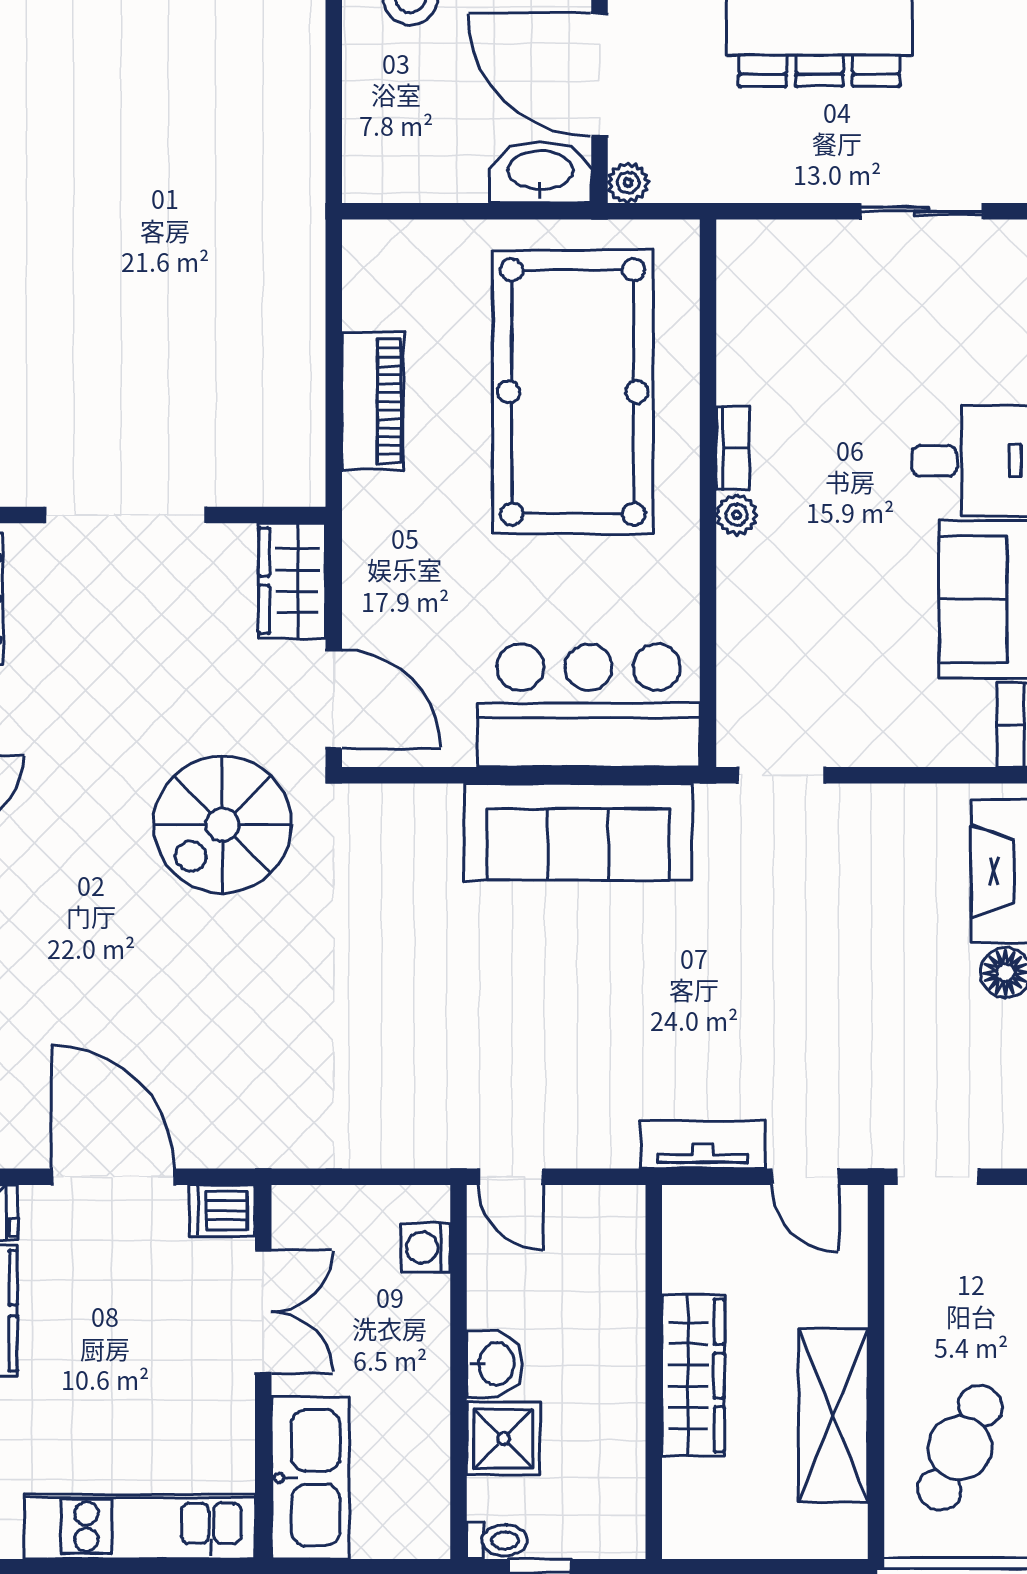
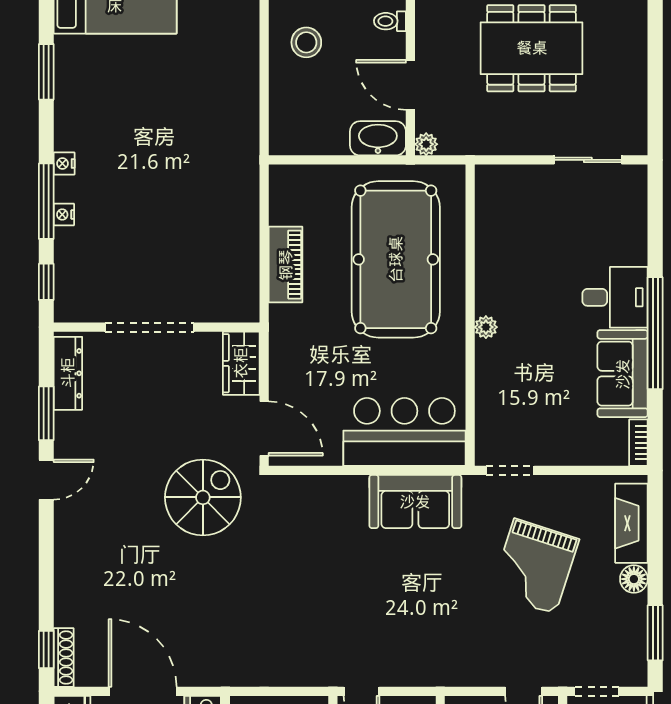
door: (599, 75) -> (410, 85), width x0.73
bookcase: (733, 448) -> (484, 290), removed
spiral stairs: (222, 824) -> (203, 497), turned 180
sofa: (578, 832) -> (415, 502), width x0.73
grand piano: (825, 949) -> (535, 566), added
tv unit: (703, 1145) -> (467, 674), removed

